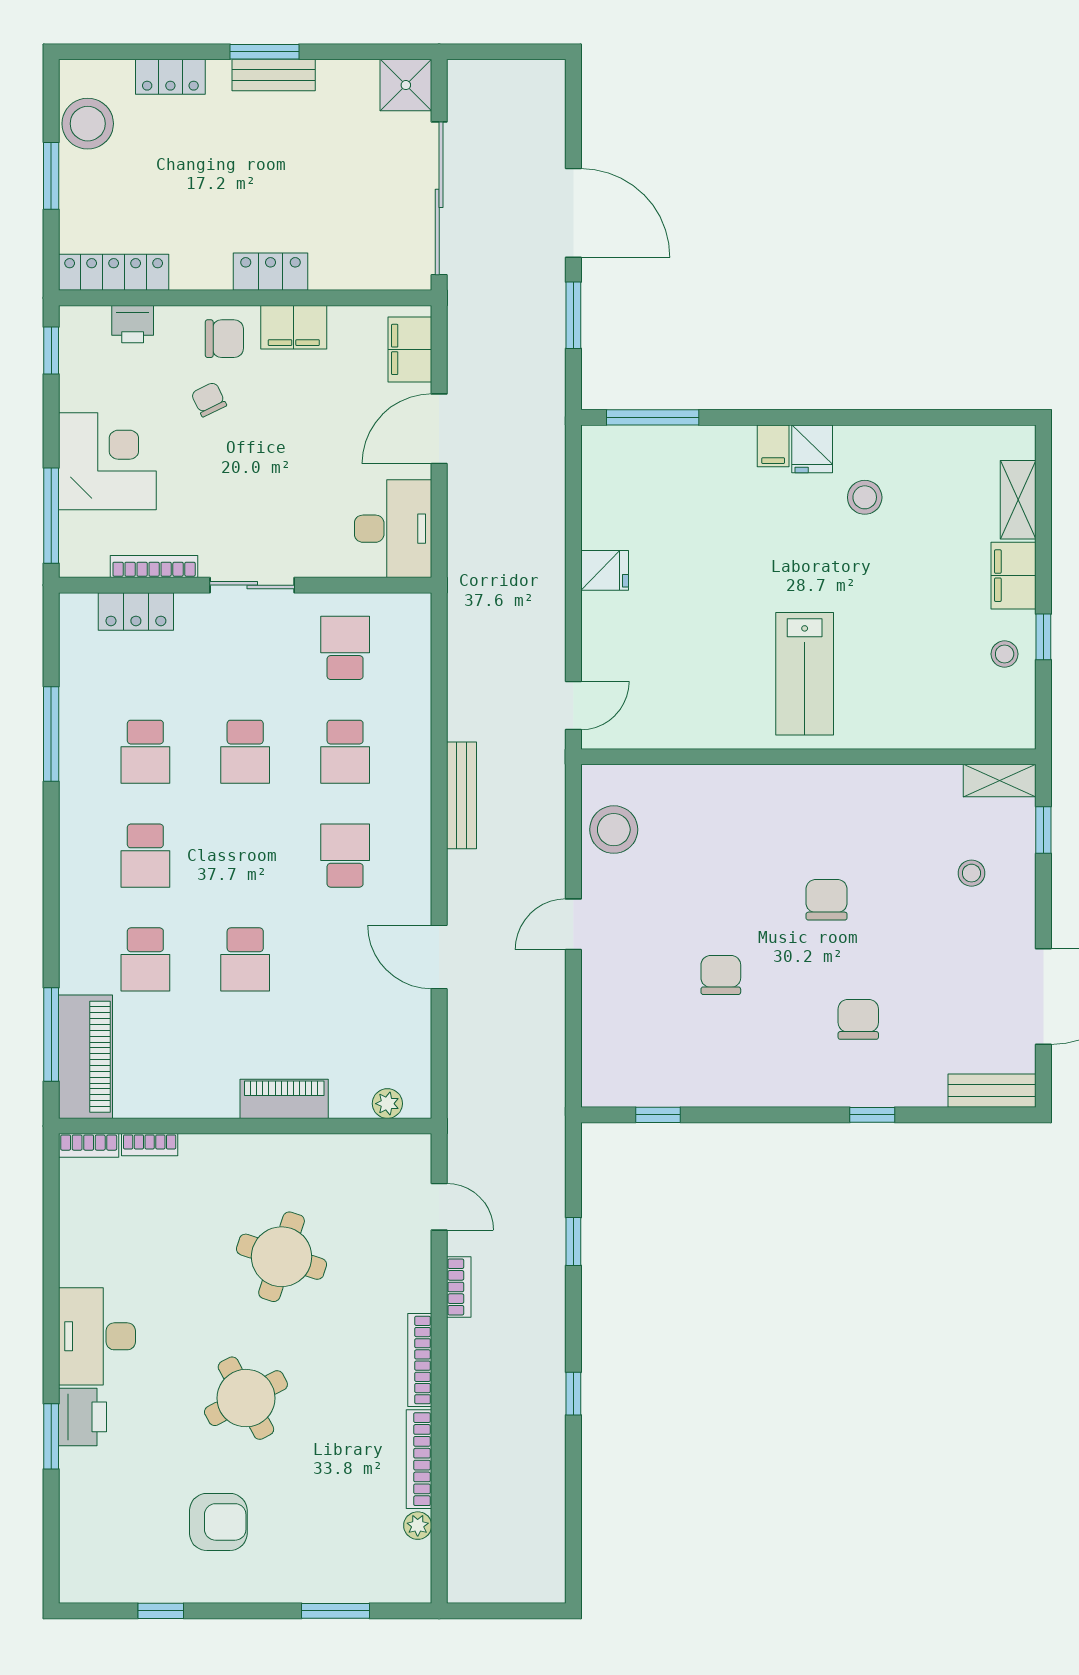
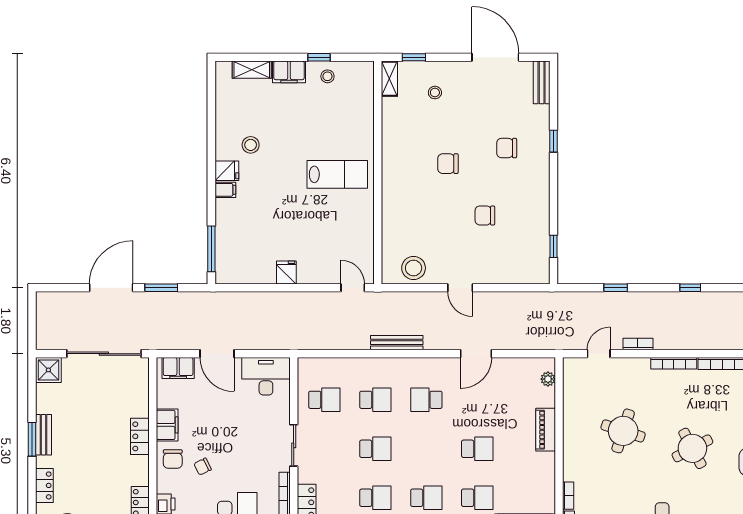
chair: (224, 339) -> (173, 459), turned 180
school desk: (345, 648) -> (324, 400), turned 180

